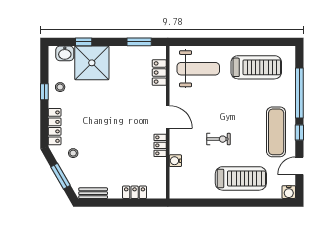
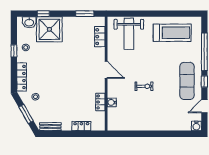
weight bench: (198, 69) -> (129, 34), turned 90
locker: (160, 145) -> (100, 102), moved
treadmill: (241, 178) -> (161, 116), removed

